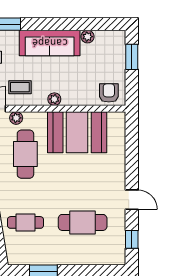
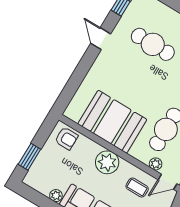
armchair: (109, 93) -> (66, 138), turned -90
plant: (54, 99) -> (107, 162), width x1.88, depth x1.88

